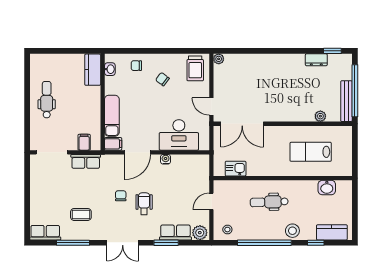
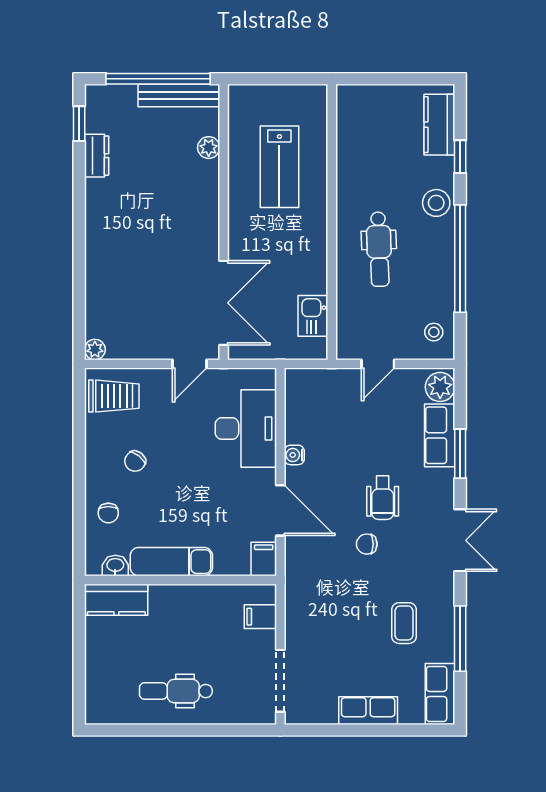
exam couch: (112, 116) -> (171, 562), moved
row of seats: (86, 161) -> (368, 711), moved, turned -90
washbasin: (327, 188) -> (350, 135), removed
door: (211, 201) -> (378, 364), hinge flipped
wheelchair: (144, 204) -> (383, 498), turned -90

